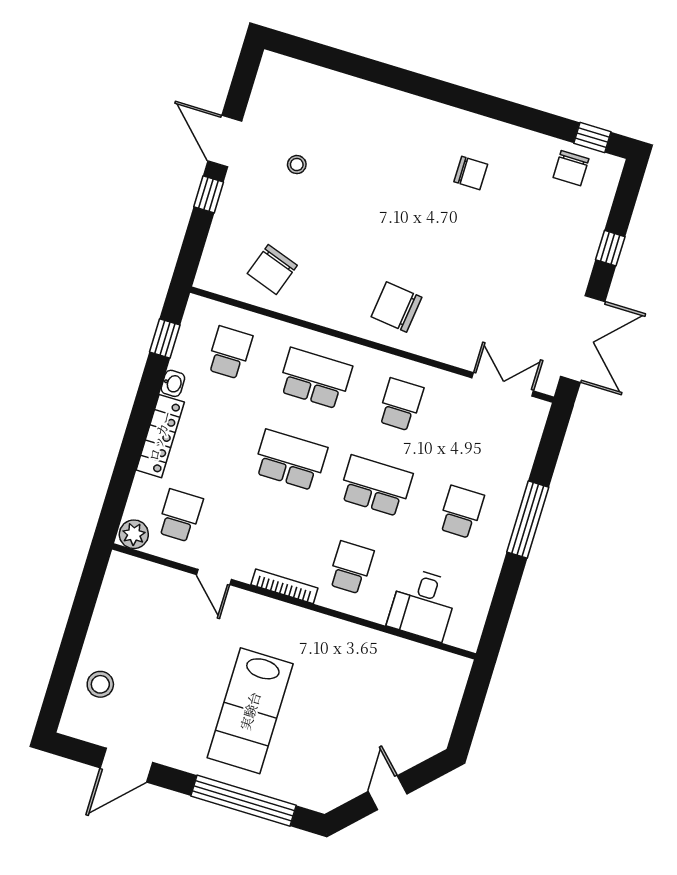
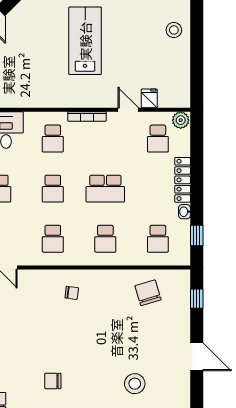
stool: (297, 165) -> (135, 384), moved, width x1.89, depth x1.89
window: (209, 194) -> (197, 299), moved
chair: (272, 269) -> (148, 293), turned -36
chair: (397, 307) -> (72, 293), width x0.54, depth x0.54
school desk: (315, 378) -> (105, 239), width x0.54
school desk: (376, 486) -> (53, 189), width x0.54
fridge: (174, 585) -> (149, 98), added

